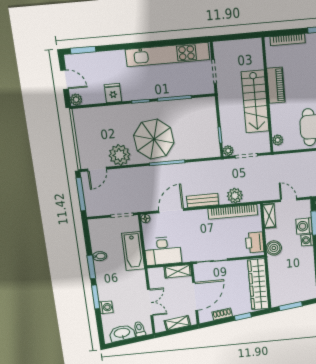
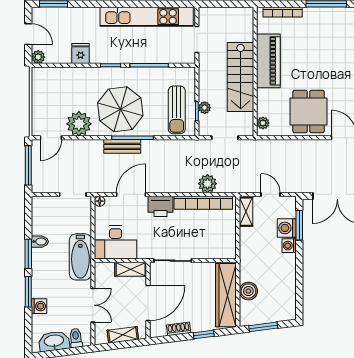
piano: (276, 85) -> (268, 61), width x1.37, depth x1.33
sun lounger: (203, 135) -> (177, 110), added
plant: (228, 151) -> (205, 108), moved
bench: (203, 201) -> (122, 146), moved
printer: (255, 242) -> (160, 206), moved, turned -90
boiler: (274, 248) -> (248, 291), moved
bathtub: (133, 251) -> (80, 257), moved

